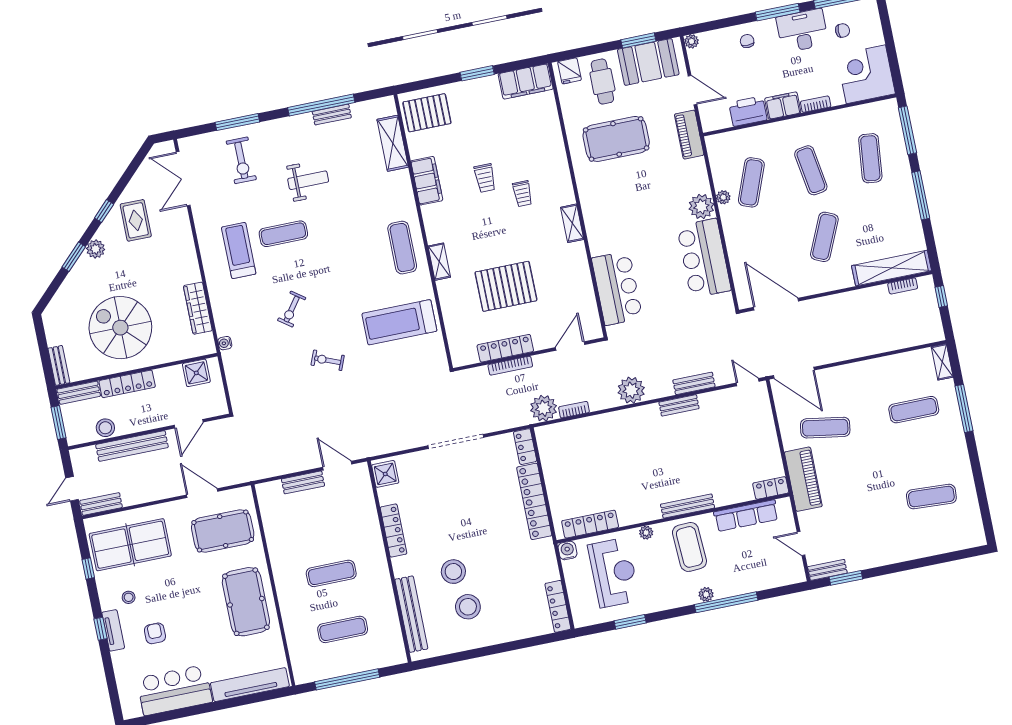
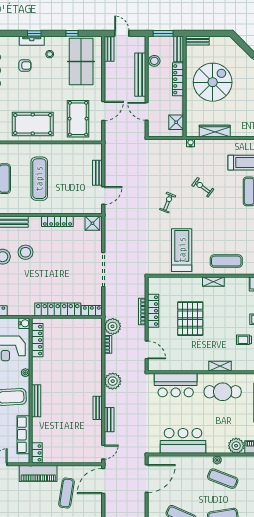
plant: (701, 207) -> (236, 446), moved
cafe table: (612, 211) -> (223, 392), added
exercise mat: (331, 573) -> (39, 179), width x1.36, depth x1.45

